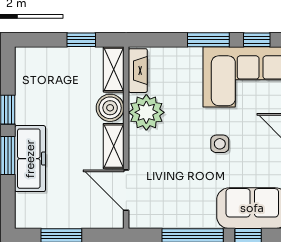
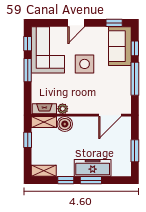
plant: (146, 112) -> (63, 109), width x0.53, depth x0.53
side table: (220, 144) -> (85, 64), width x1.87, depth x1.87
shelving: (114, 146) -> (44, 171), moved

